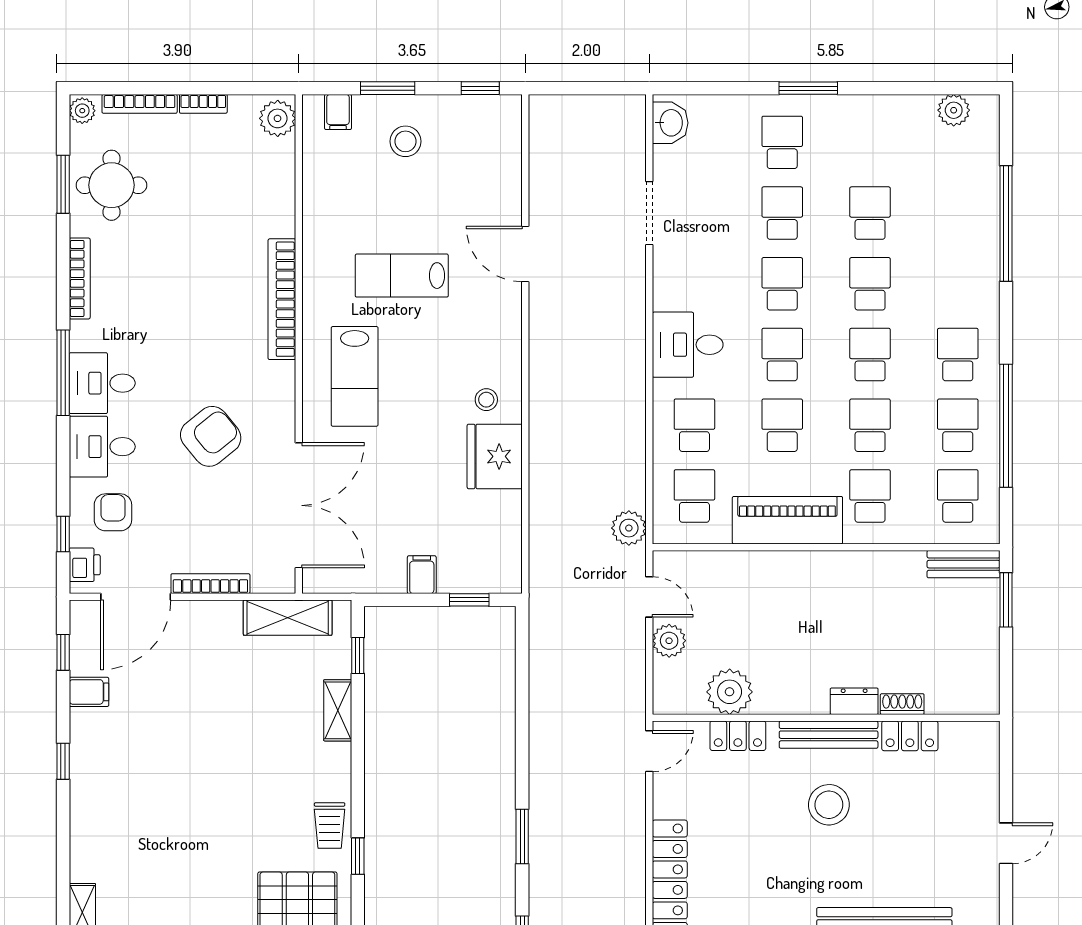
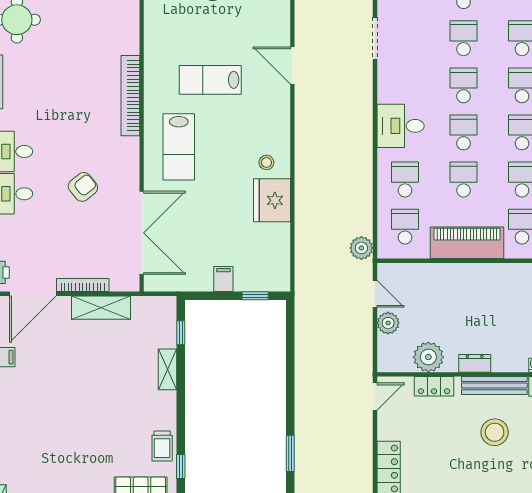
armchair: (211, 436) -> (83, 187), width x0.72, depth x0.72
armchair: (113, 512) -> (18, 238), removed
shelving: (288, 618) -> (101, 308), moved
dresser: (854, 701) -> (475, 363), moved

